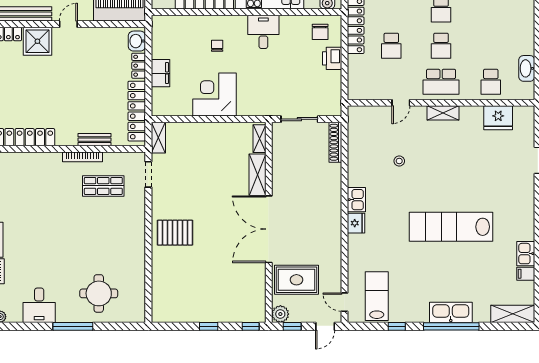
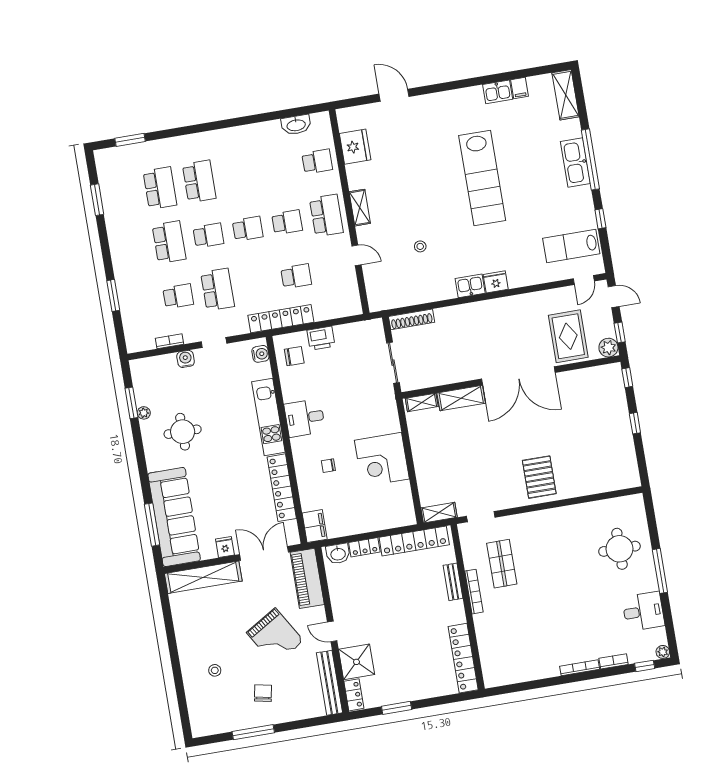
filing cabinet: (161, 73) -> (315, 526), moved, turned 90

